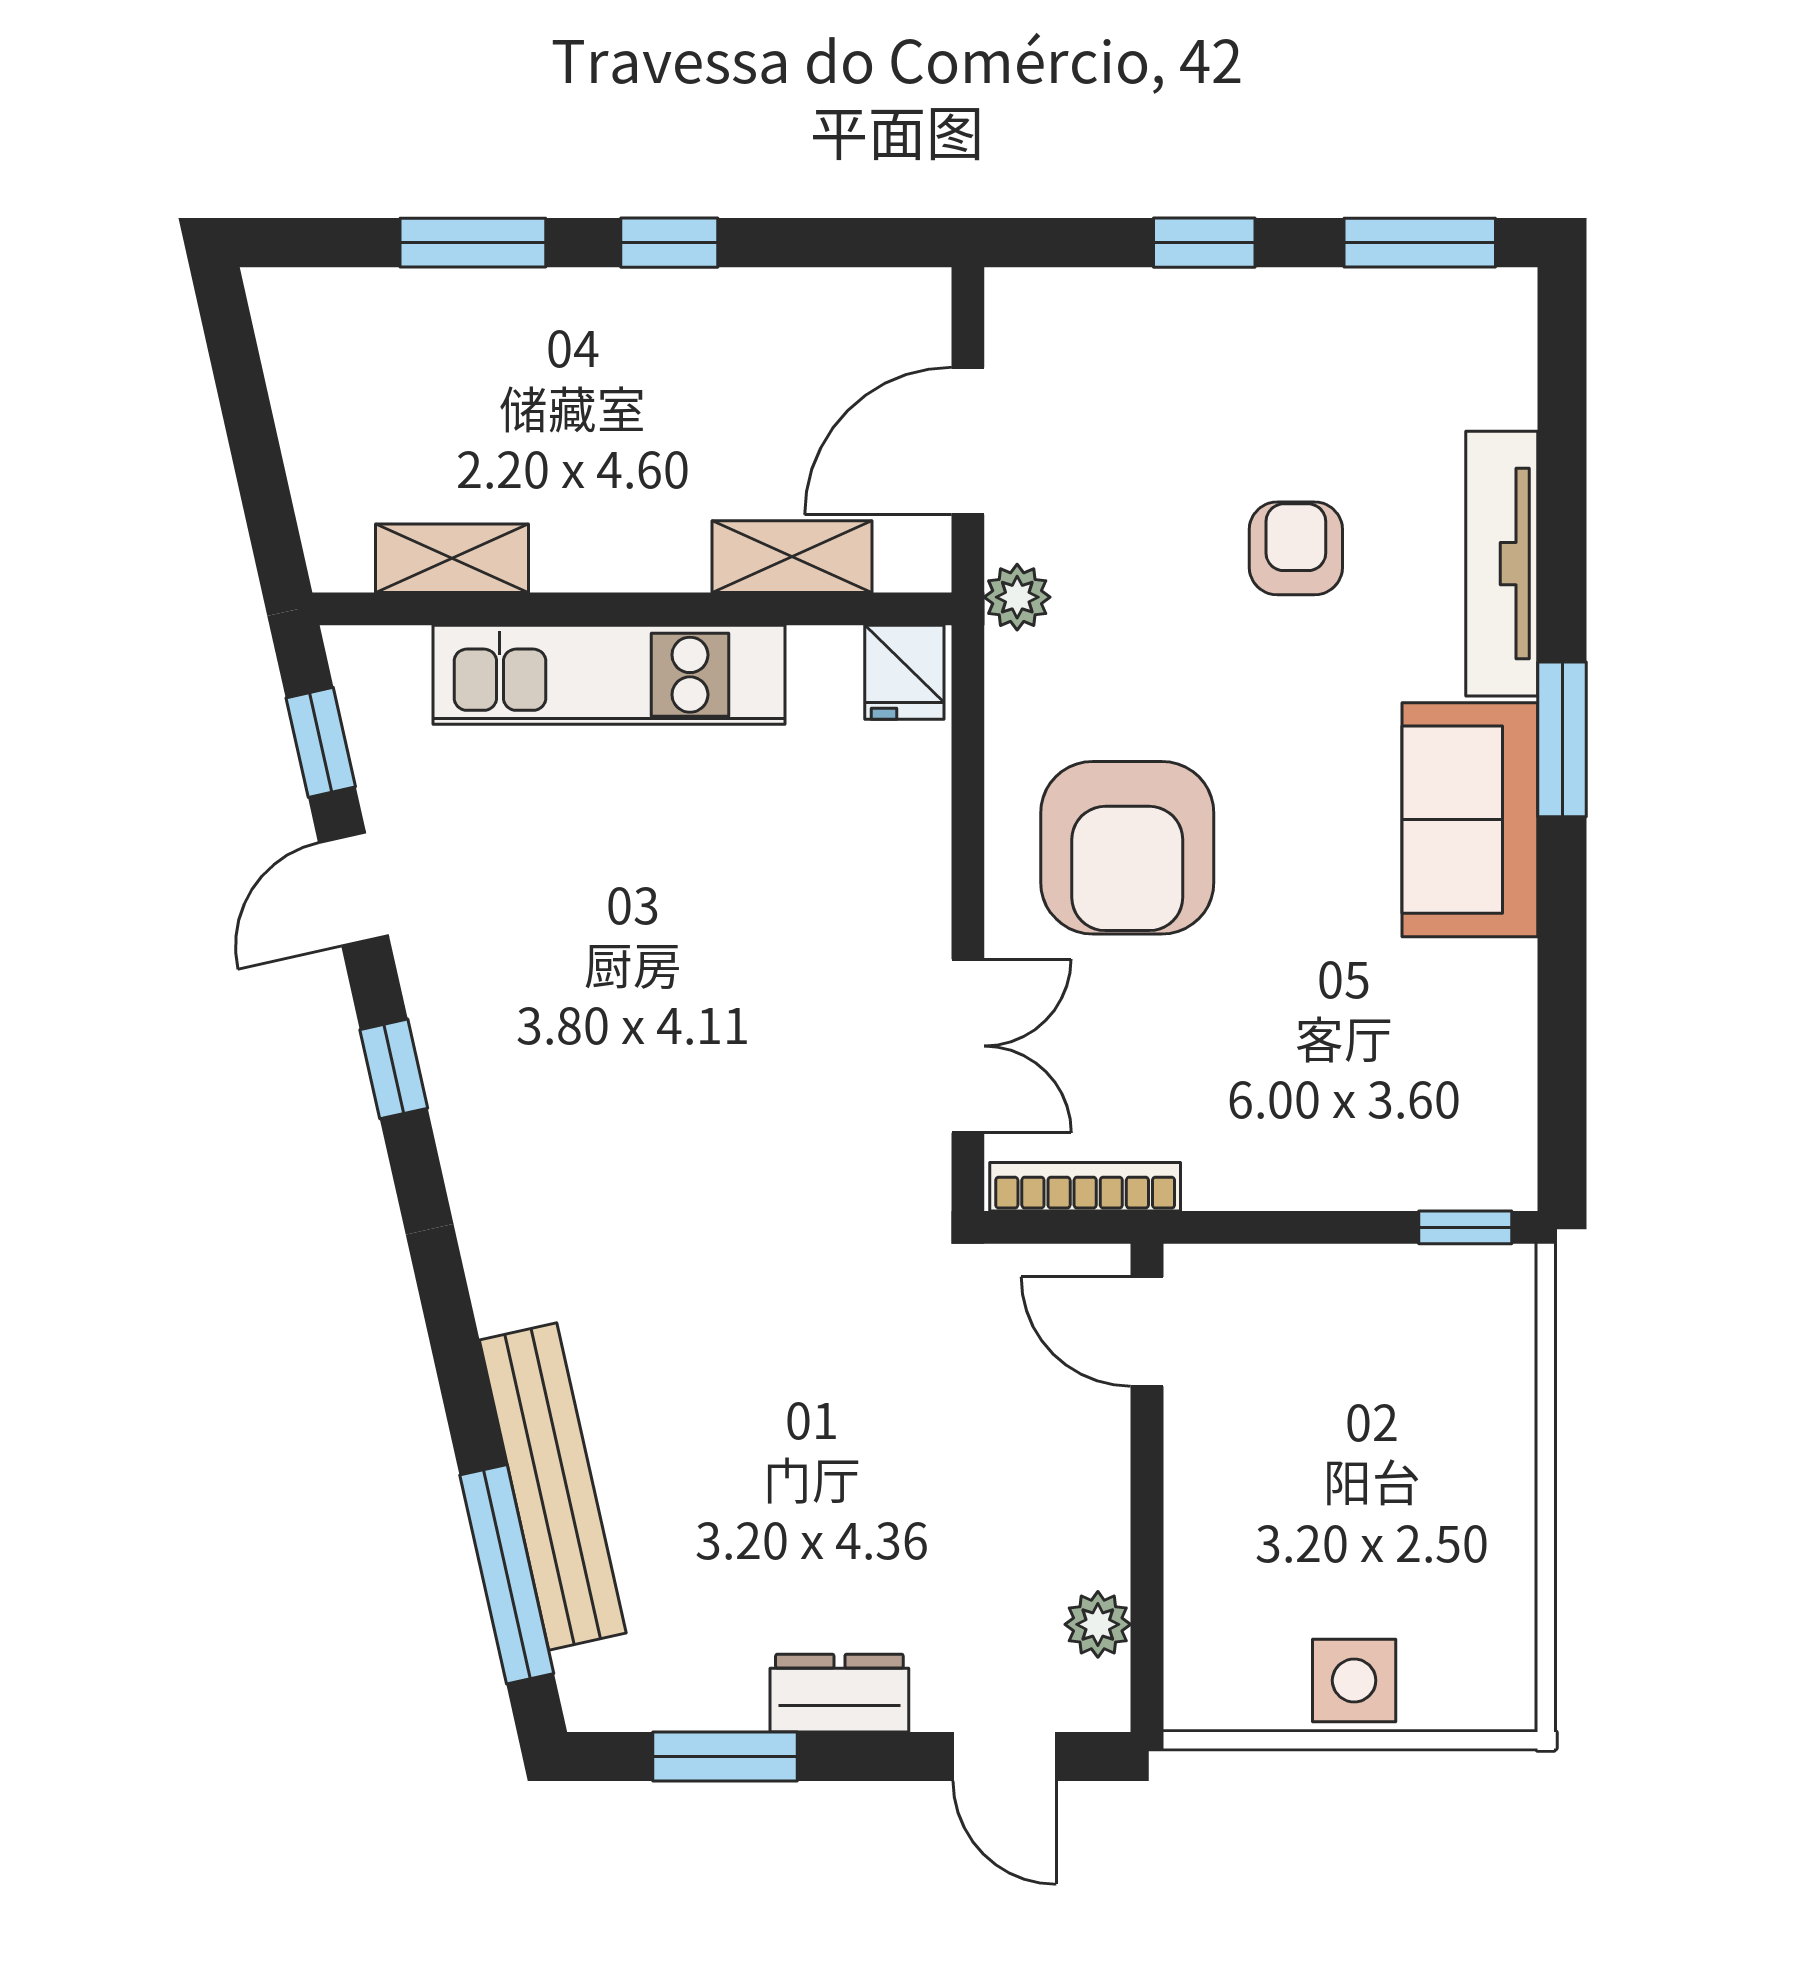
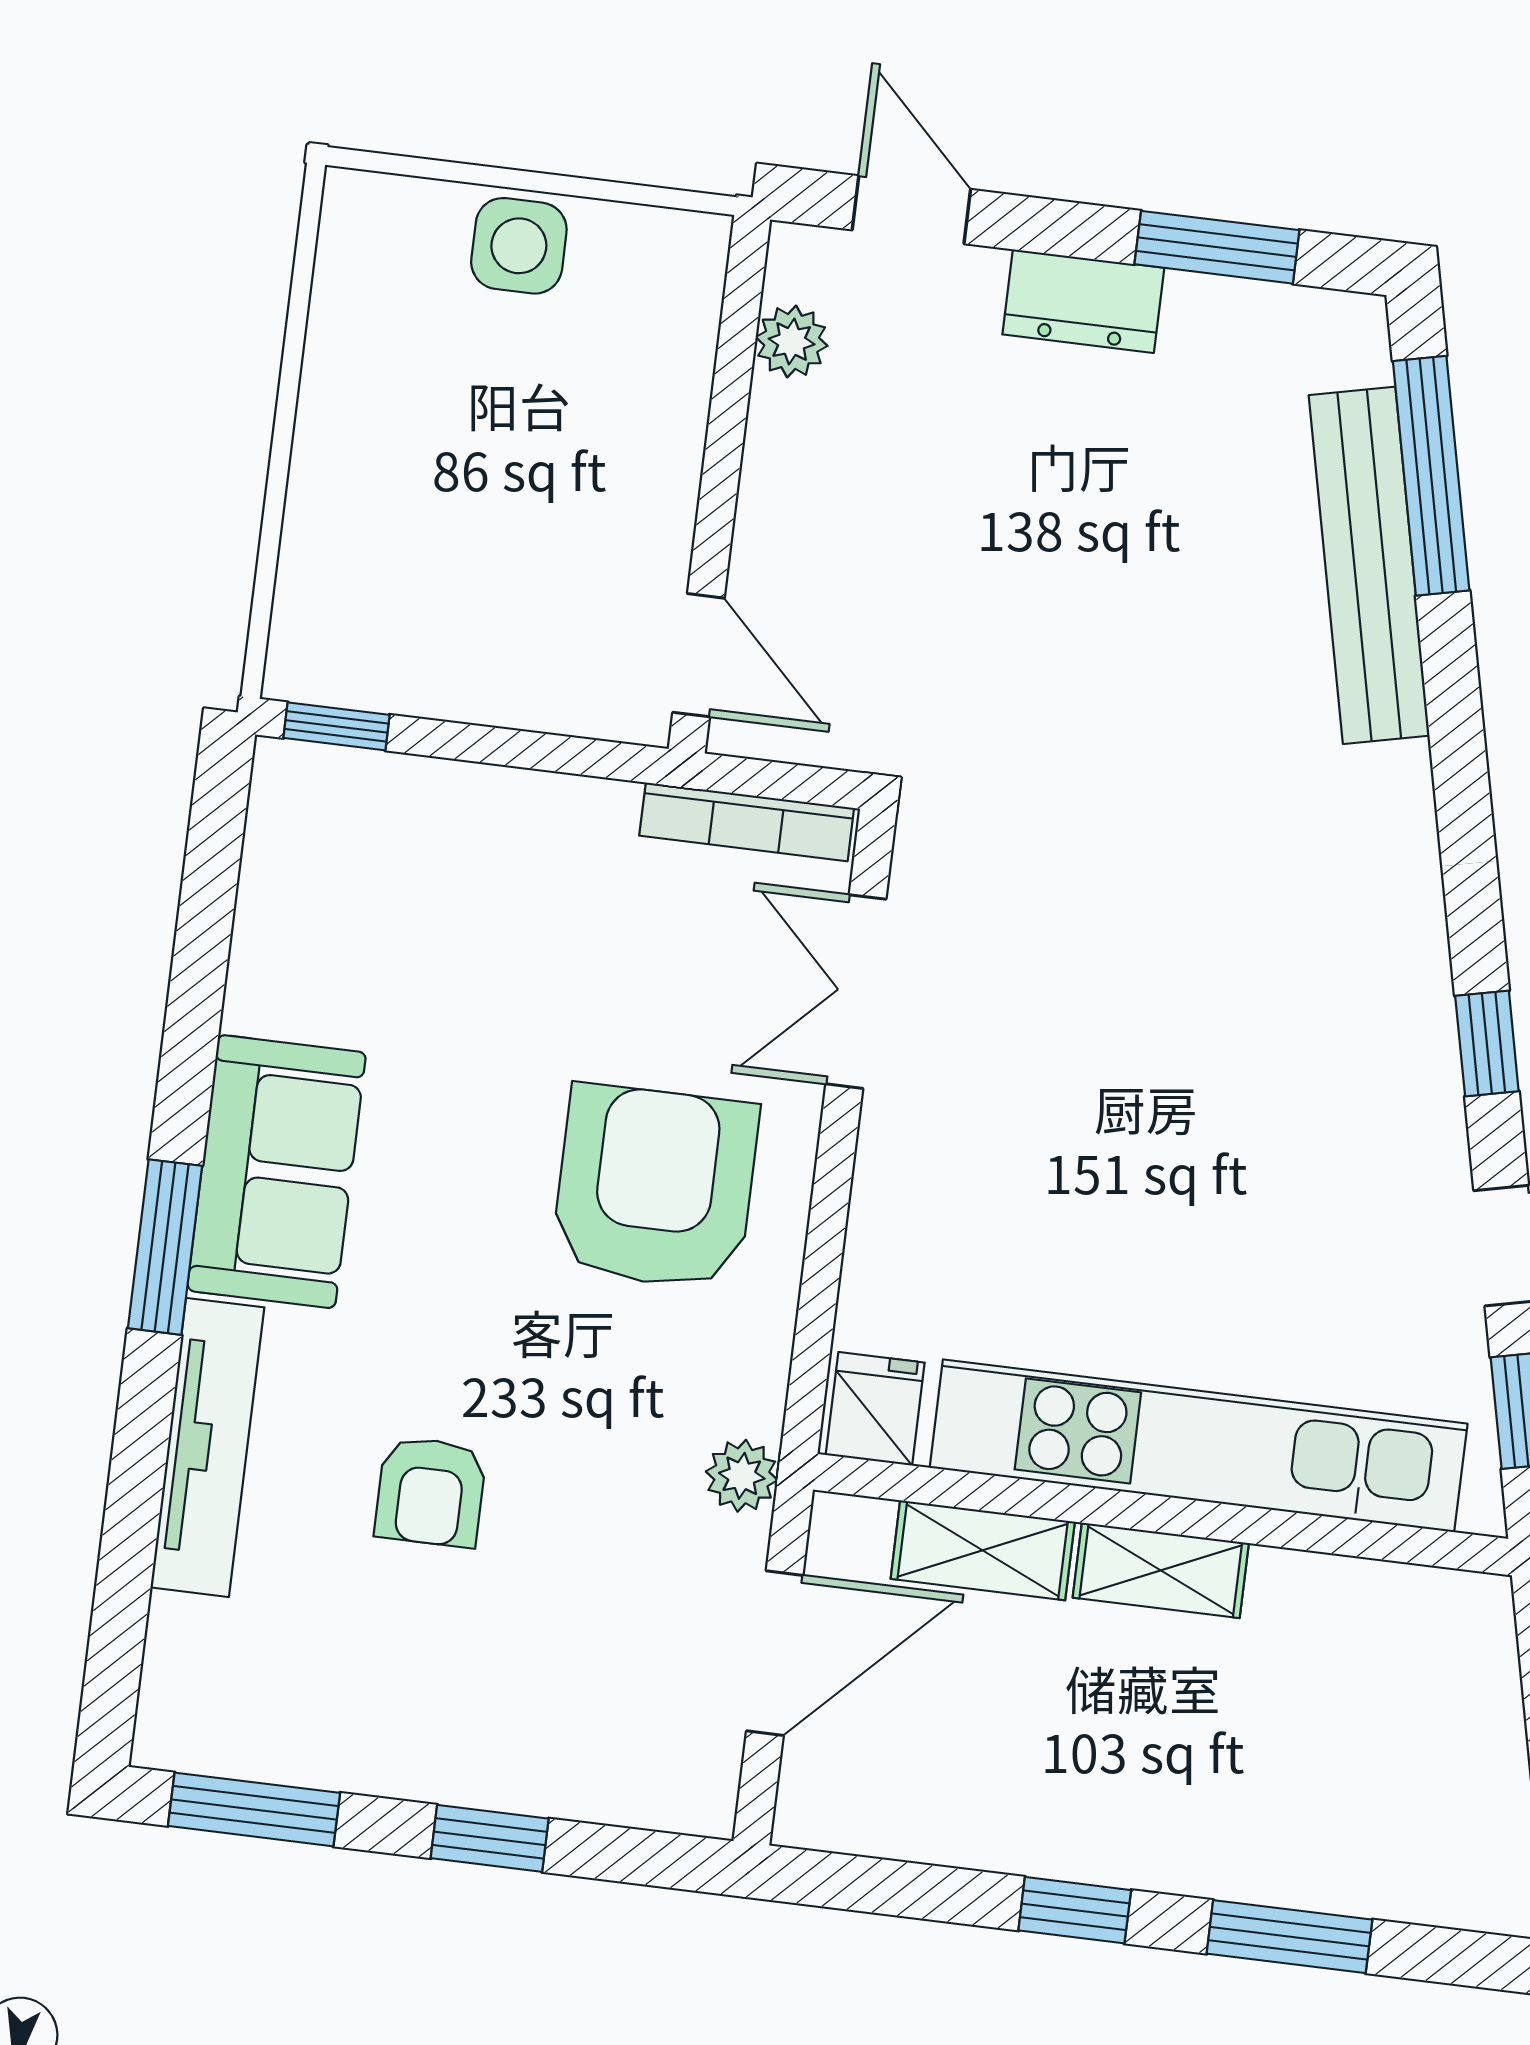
shelving: (452, 558) -> (1161, 1570), moved
kitchen unit: (609, 675) -> (1199, 1446), width x1.36

